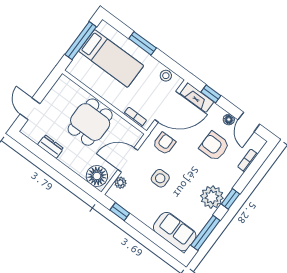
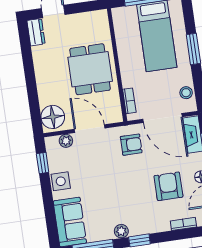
dining table: (90, 122) -> (90, 69), turned 90
dresser: (51, 147) -> (36, 32), moved
side table: (160, 178) -> (61, 181), moved
plant: (212, 197) -> (121, 231), width x0.53, depth x0.53

